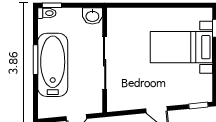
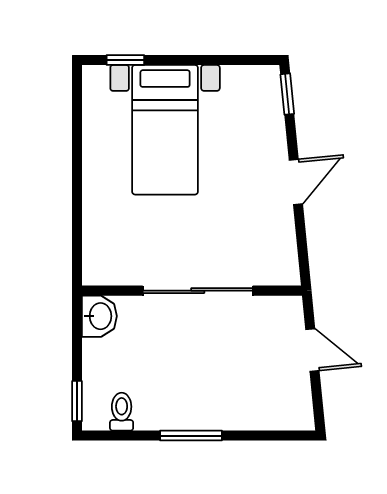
toilet: (47, 13) -> (122, 412), moved
bathtub: (53, 65) -> (202, 399), removed

